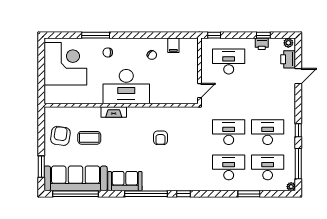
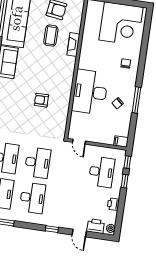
window: (96, 35) -> (136, 100), moved
window: (263, 35) -> (125, 181), moved
filing cabinet: (173, 45) -> (121, 141), moved
desk: (126, 87) -> (90, 92), moved
fireplace: (114, 112) -> (73, 45), moved
window: (298, 130) -> (52, 229), moved

